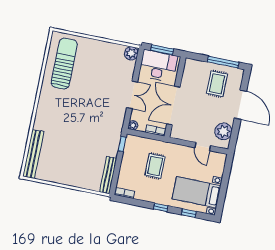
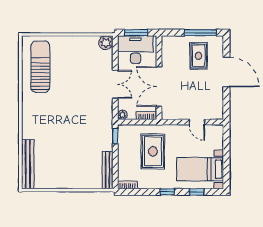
plant: (223, 131) -> (215, 102), removed
rug: (155, 166) -> (153, 151), width x1.36, depth x1.43

